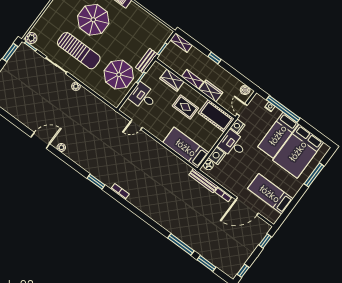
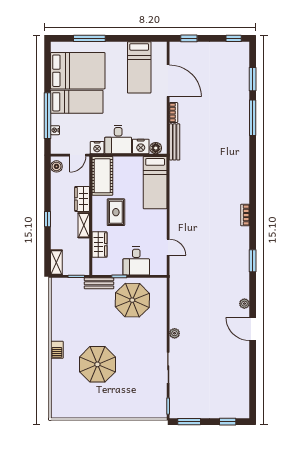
plant: (31, 38) -> (160, 412), removed
sun lounger: (79, 51) -> (138, 356), removed
window: (96, 182) -> (253, 261), moved

